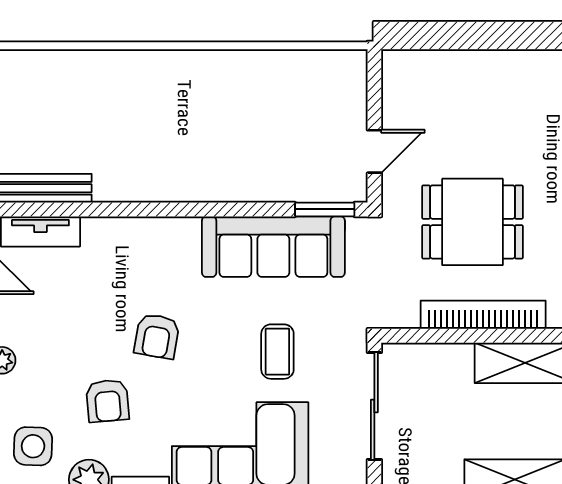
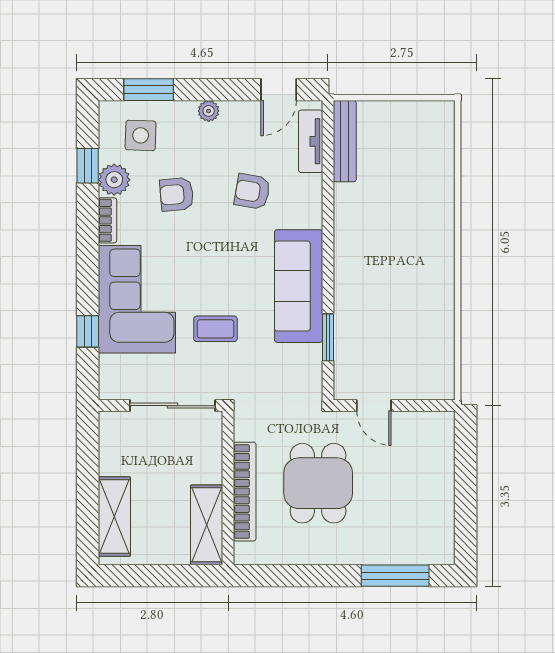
window: (325, 209) -> (328, 337), moved
sofa: (273, 247) -> (299, 286), moved
armchair: (157, 336) -> (252, 192), moved

